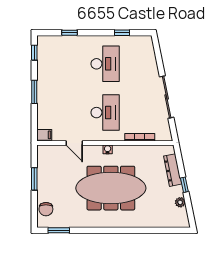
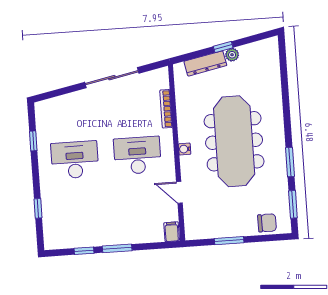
window: (34, 53) -> (84, 251), moved
door: (74, 143) -> (179, 192), swing flipped
plant: (180, 202) -> (232, 55), moved
window: (92, 230) -> (290, 162), added

